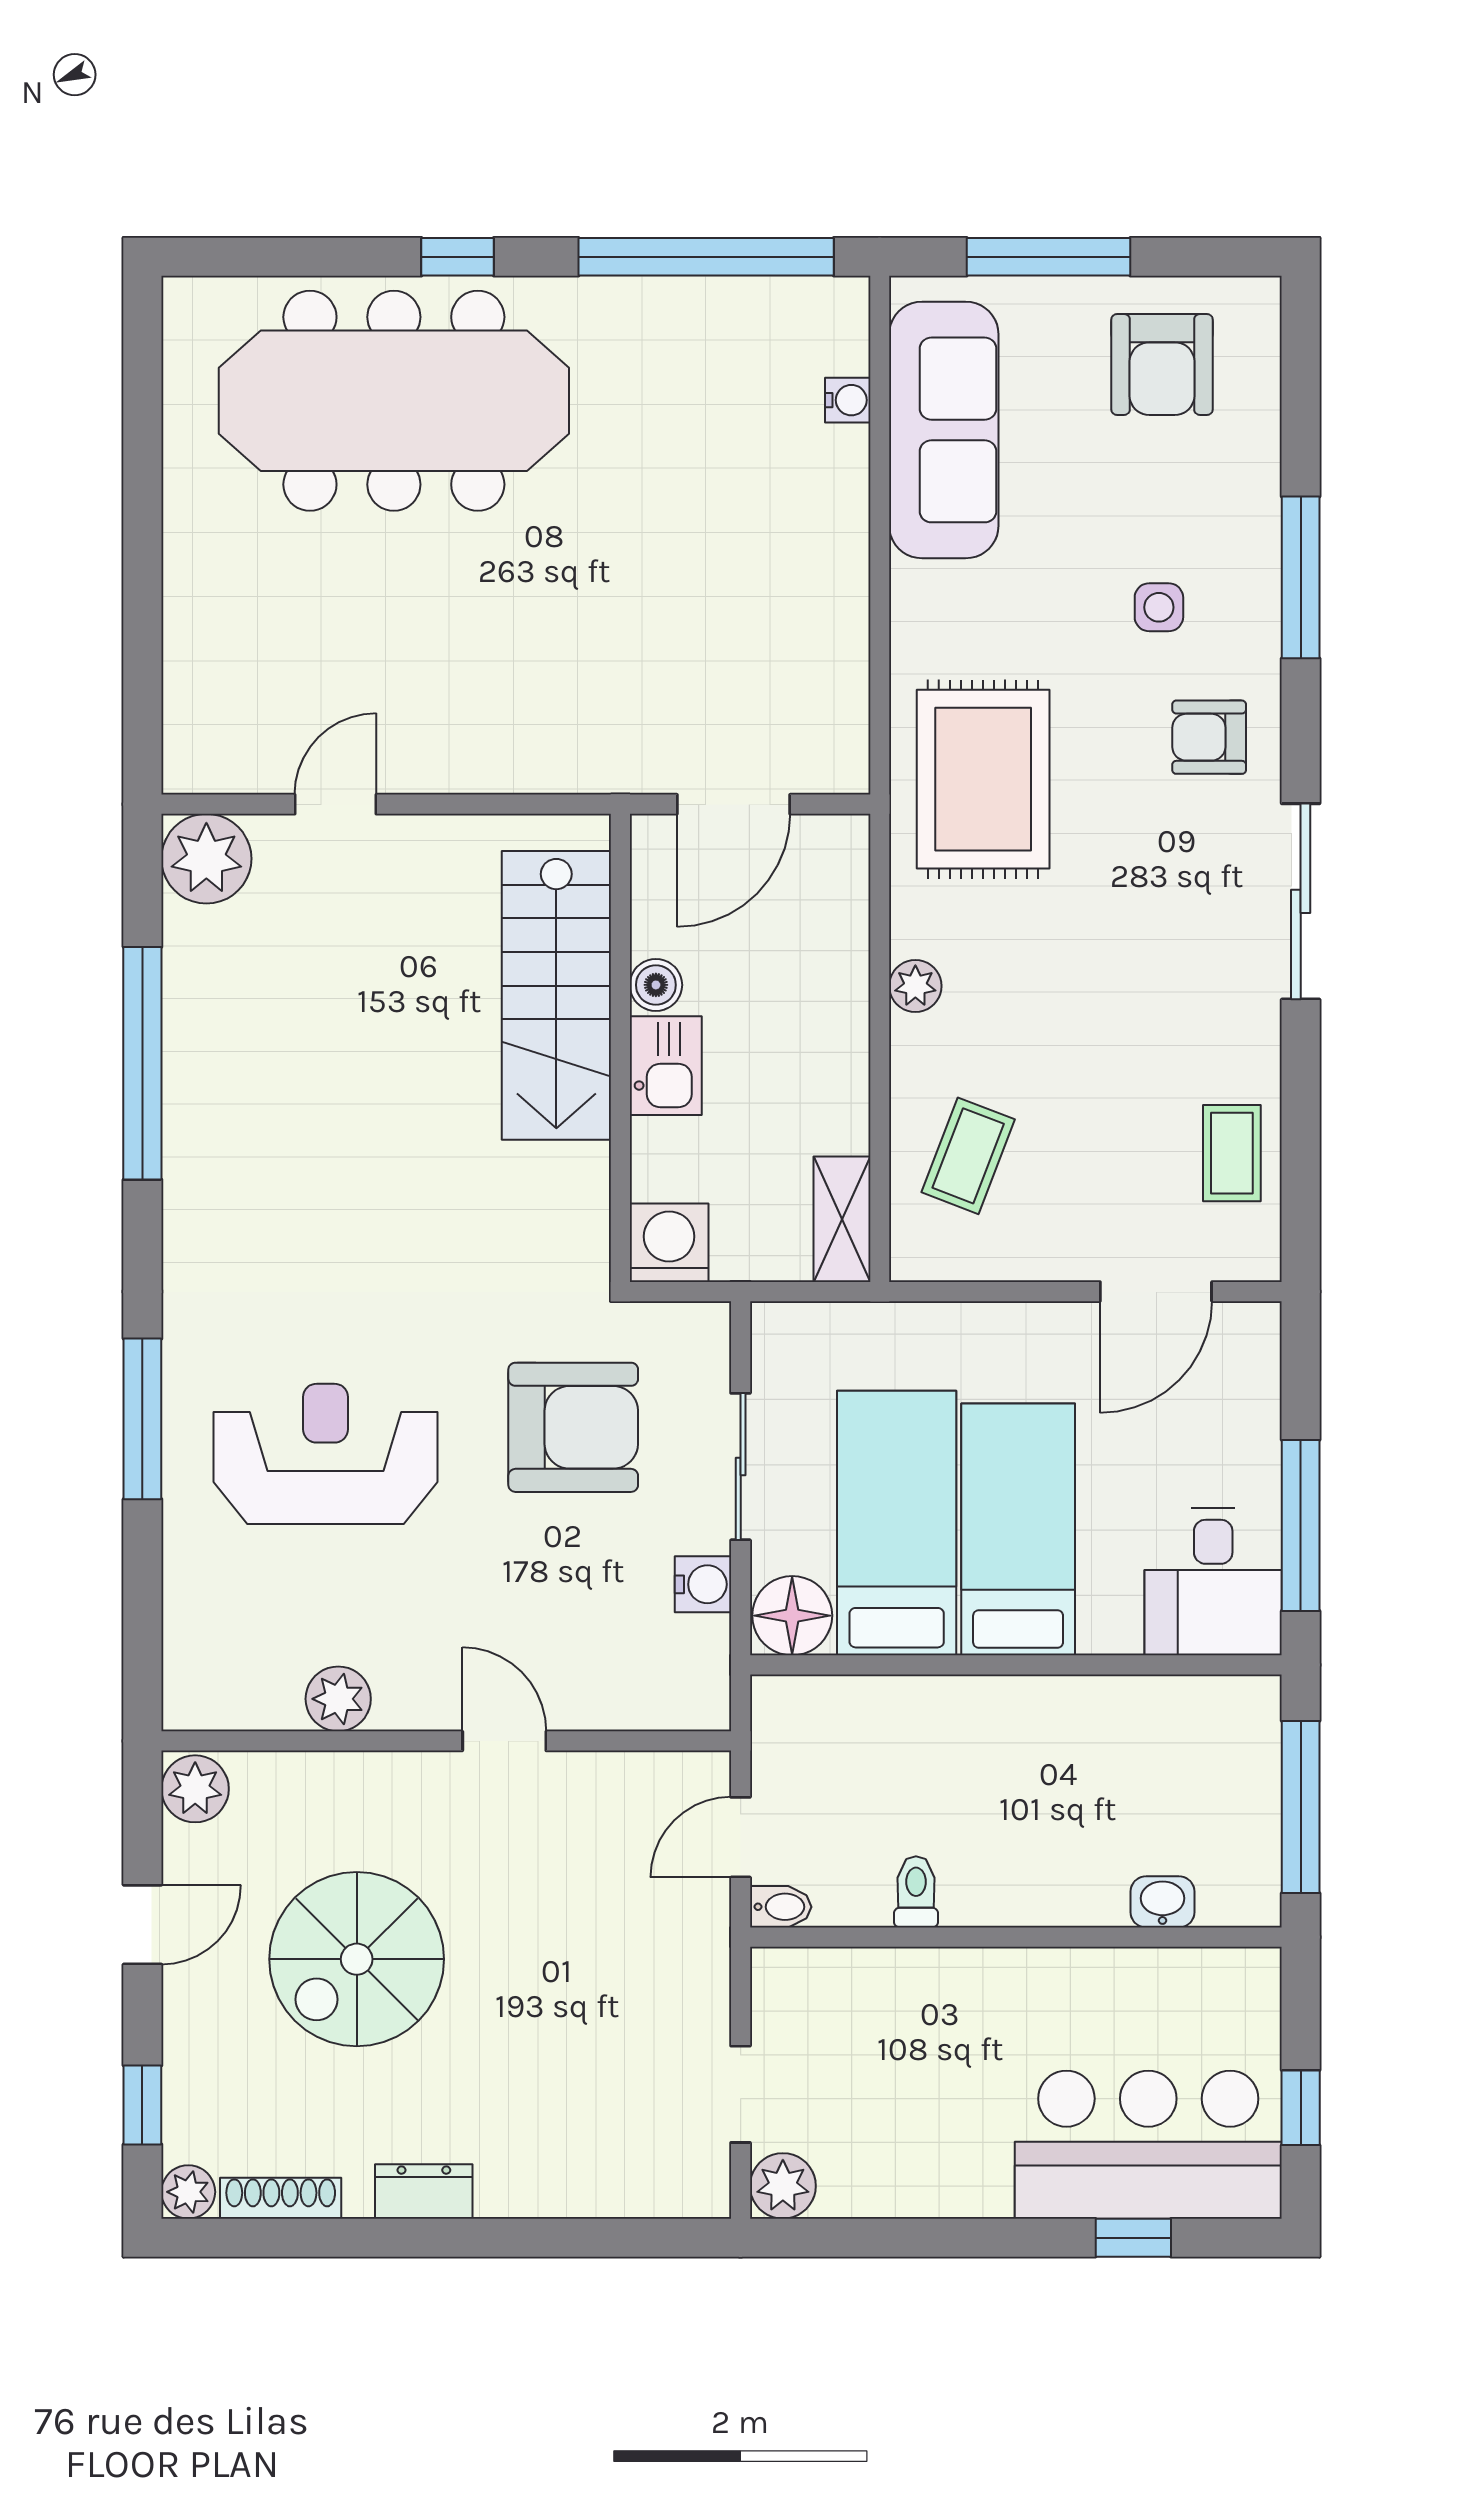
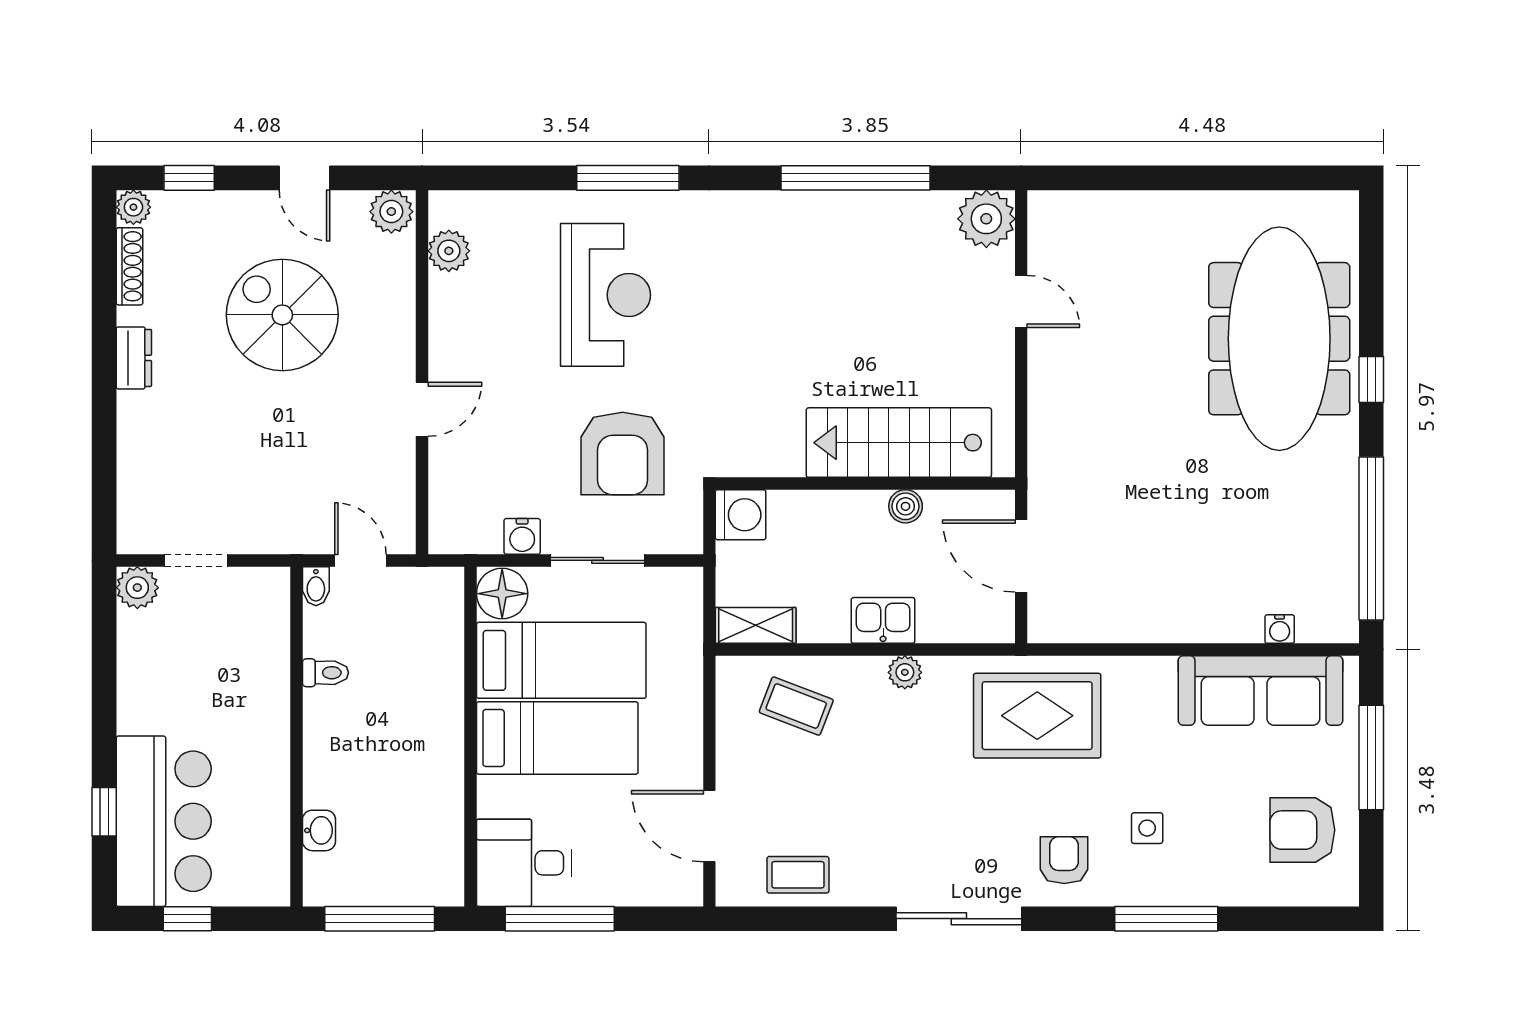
kitchen sink: (666, 1066) -> (883, 620), moved, turned 180
plant: (338, 1699) -> (449, 251), moved

